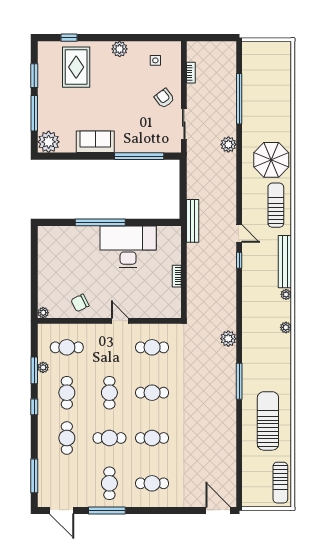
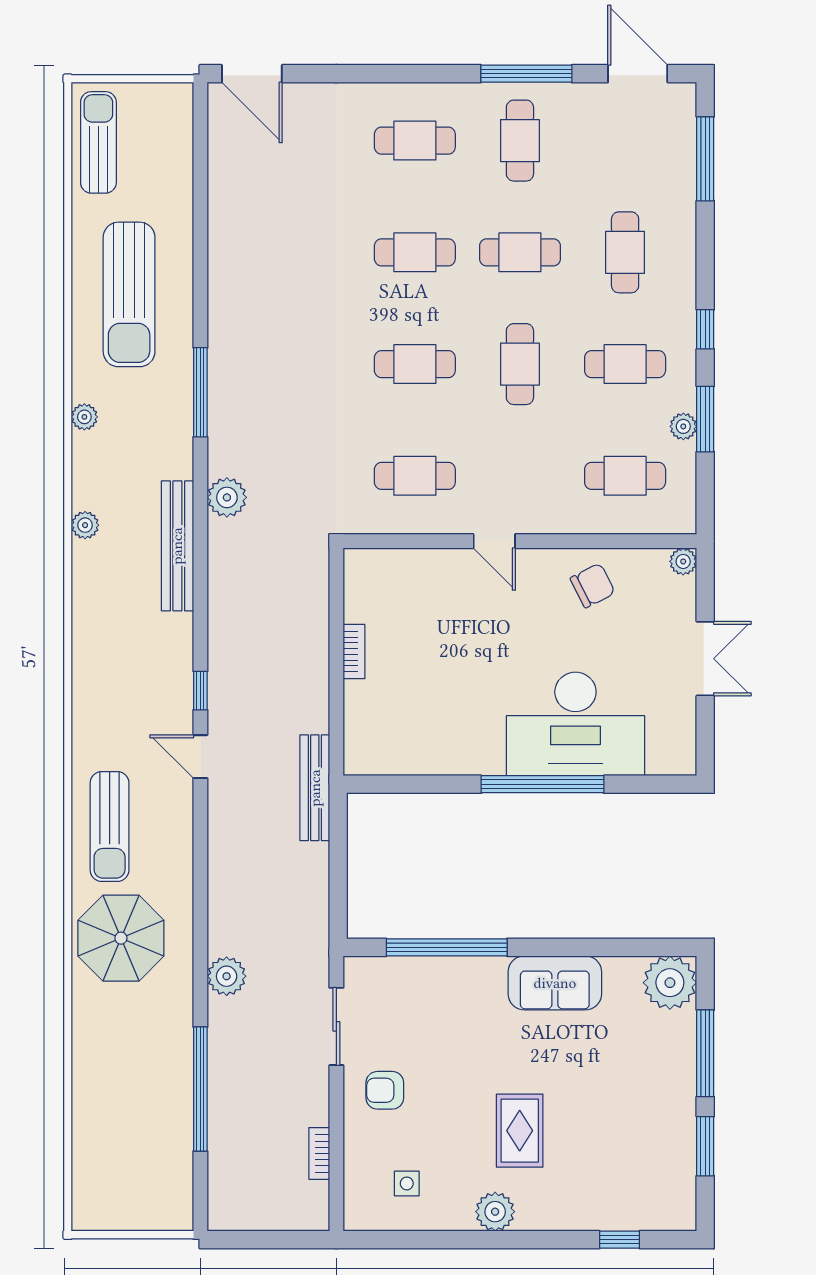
rug: (76, 67) -> (520, 1131), moved, width x0.73, depth x0.70
armchair: (164, 98) -> (385, 1090), turned 127
desk: (128, 247) -> (575, 724), moved
bench: (285, 262) -> (177, 546), moved
double door: (34, 273) -> (705, 659), added
plant: (286, 294) -> (84, 417), moved
cafe table: (67, 393) -> (625, 364), turned 90

